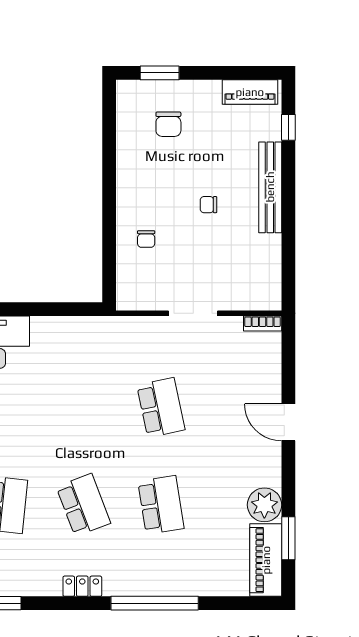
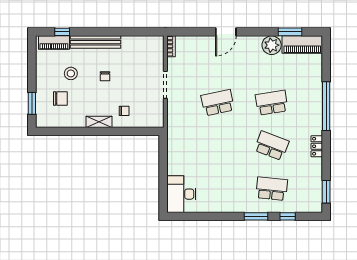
piano: (250, 92) -> (54, 43), moved, turned 90
stool: (214, 143) -> (71, 73), added
shelving: (126, 194) -> (99, 122), added
school desk: (83, 505) -> (272, 146), turned 42

